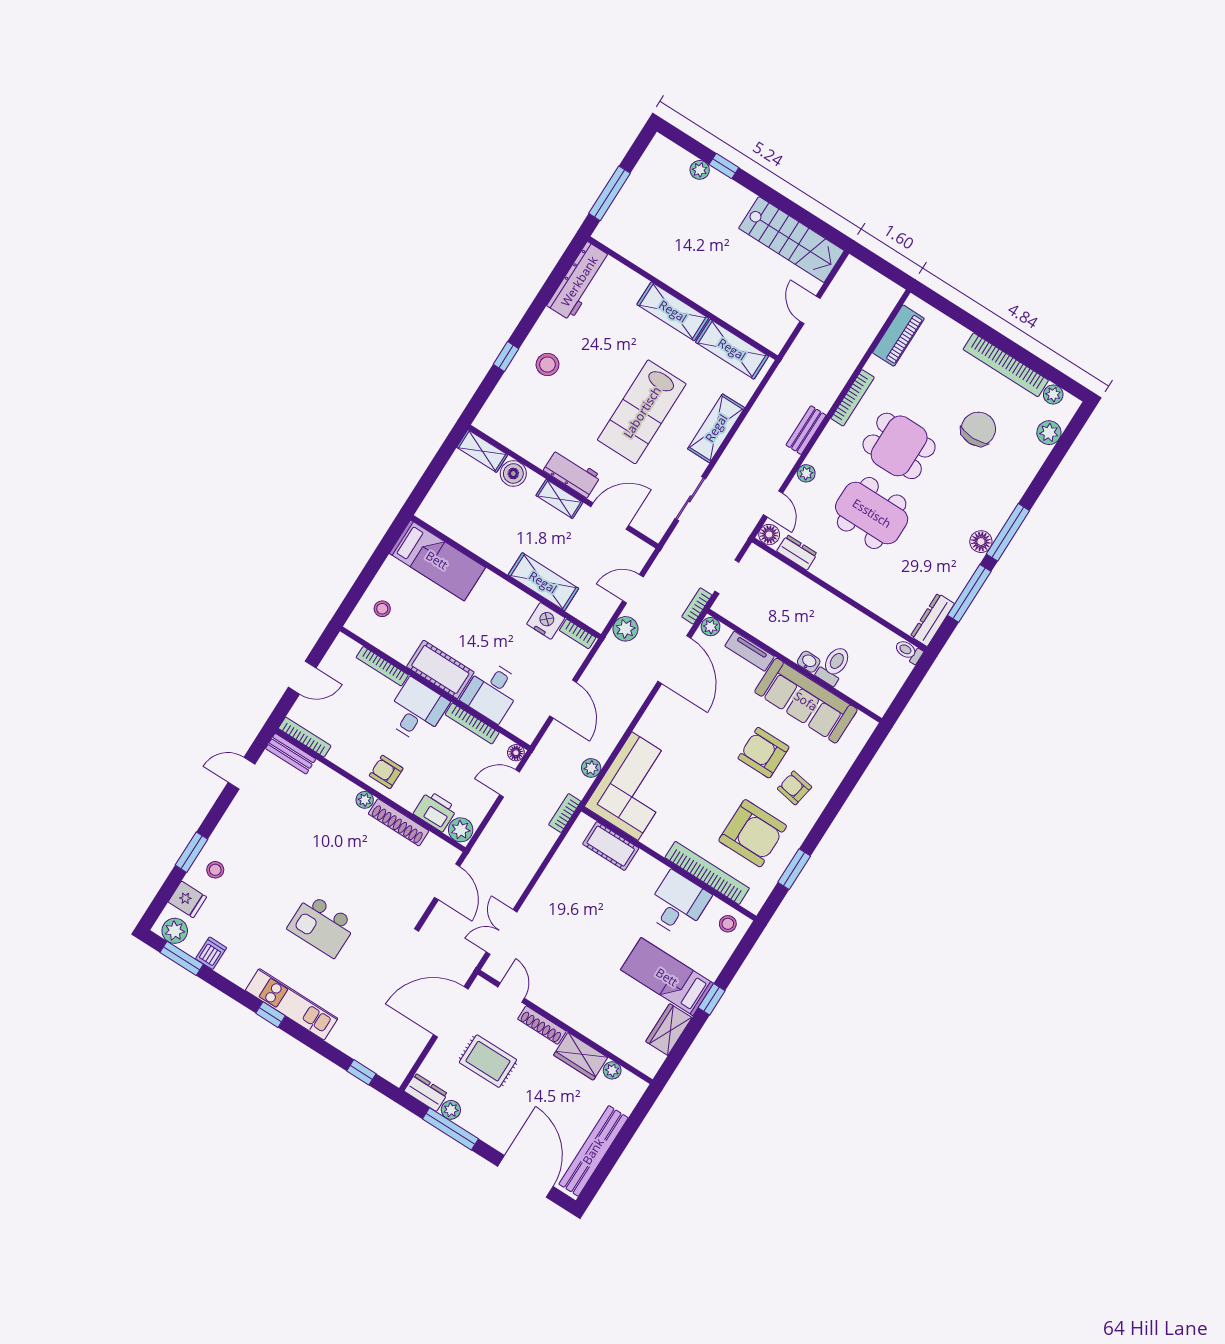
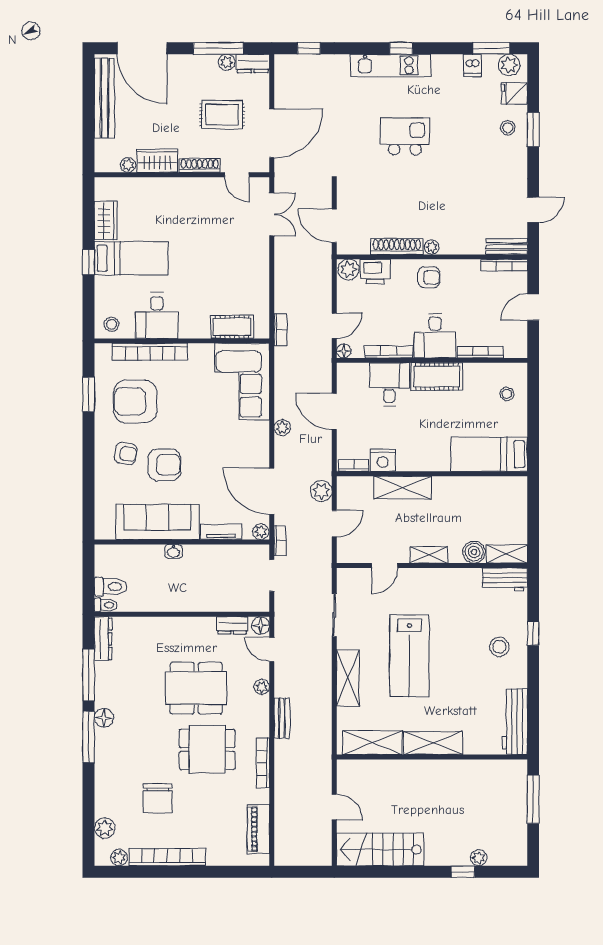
lab bench: (642, 412) -> (409, 656), turned 180
workbench: (572, 473) -> (505, 579), moved
door: (610, 516) -> (385, 565), width x0.73
toilet: (834, 665) -> (110, 587), moved, turned -90
plant: (591, 768) -> (282, 428), moved

